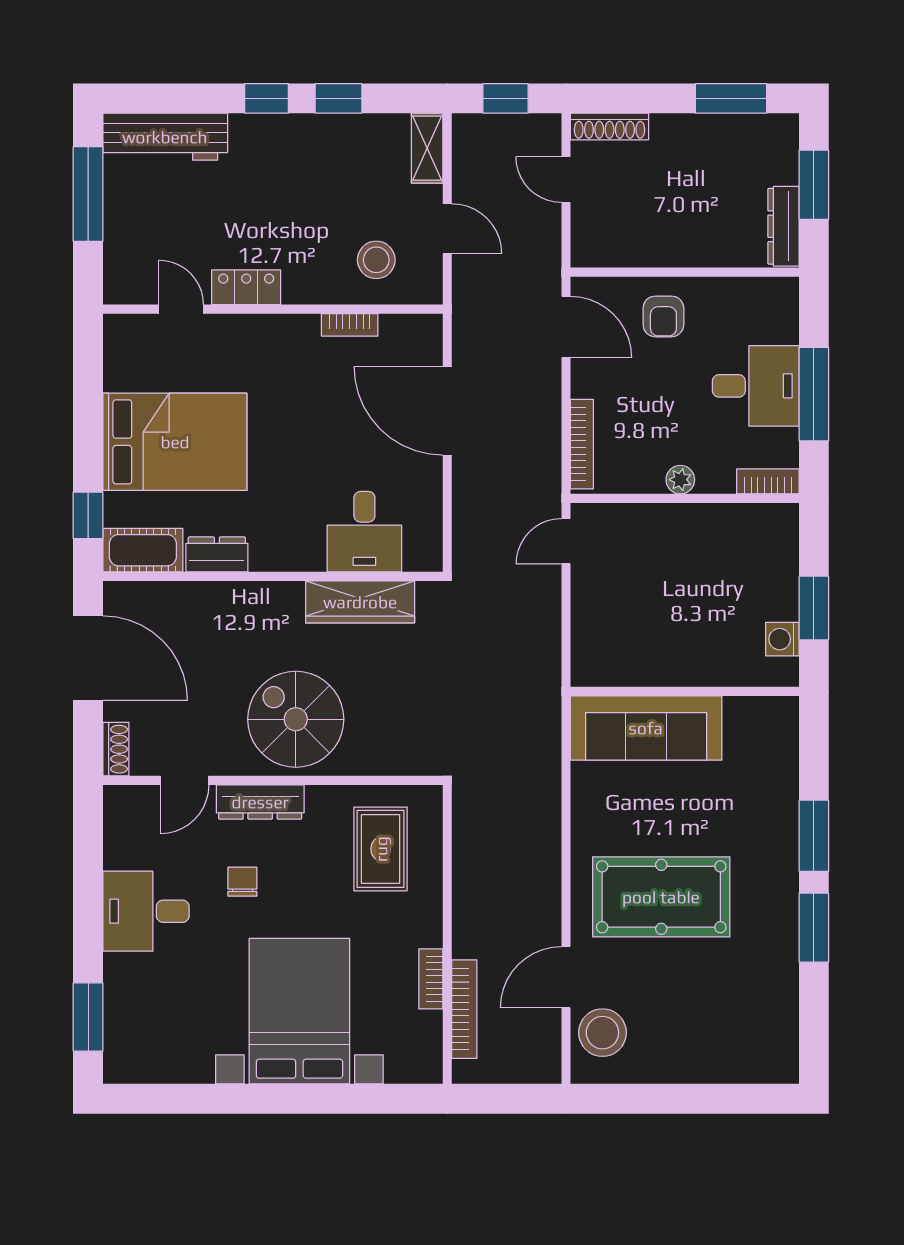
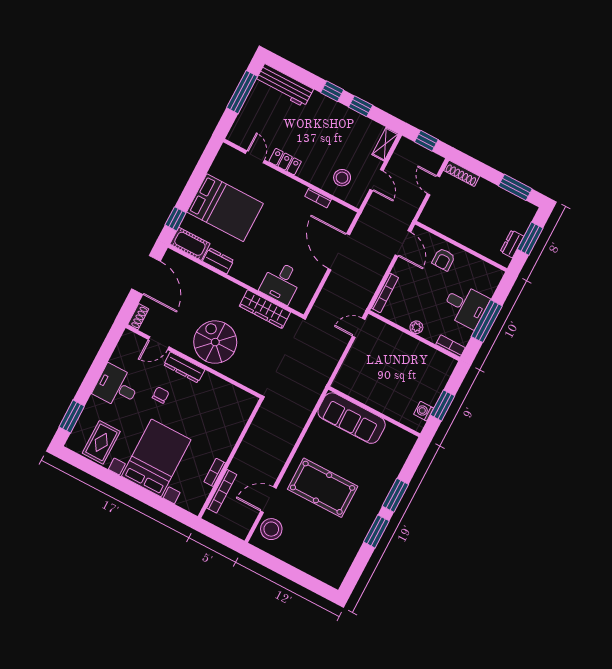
dresser: (783, 226) -> (512, 244), width x0.70
rug: (381, 849) -> (101, 442), moved

